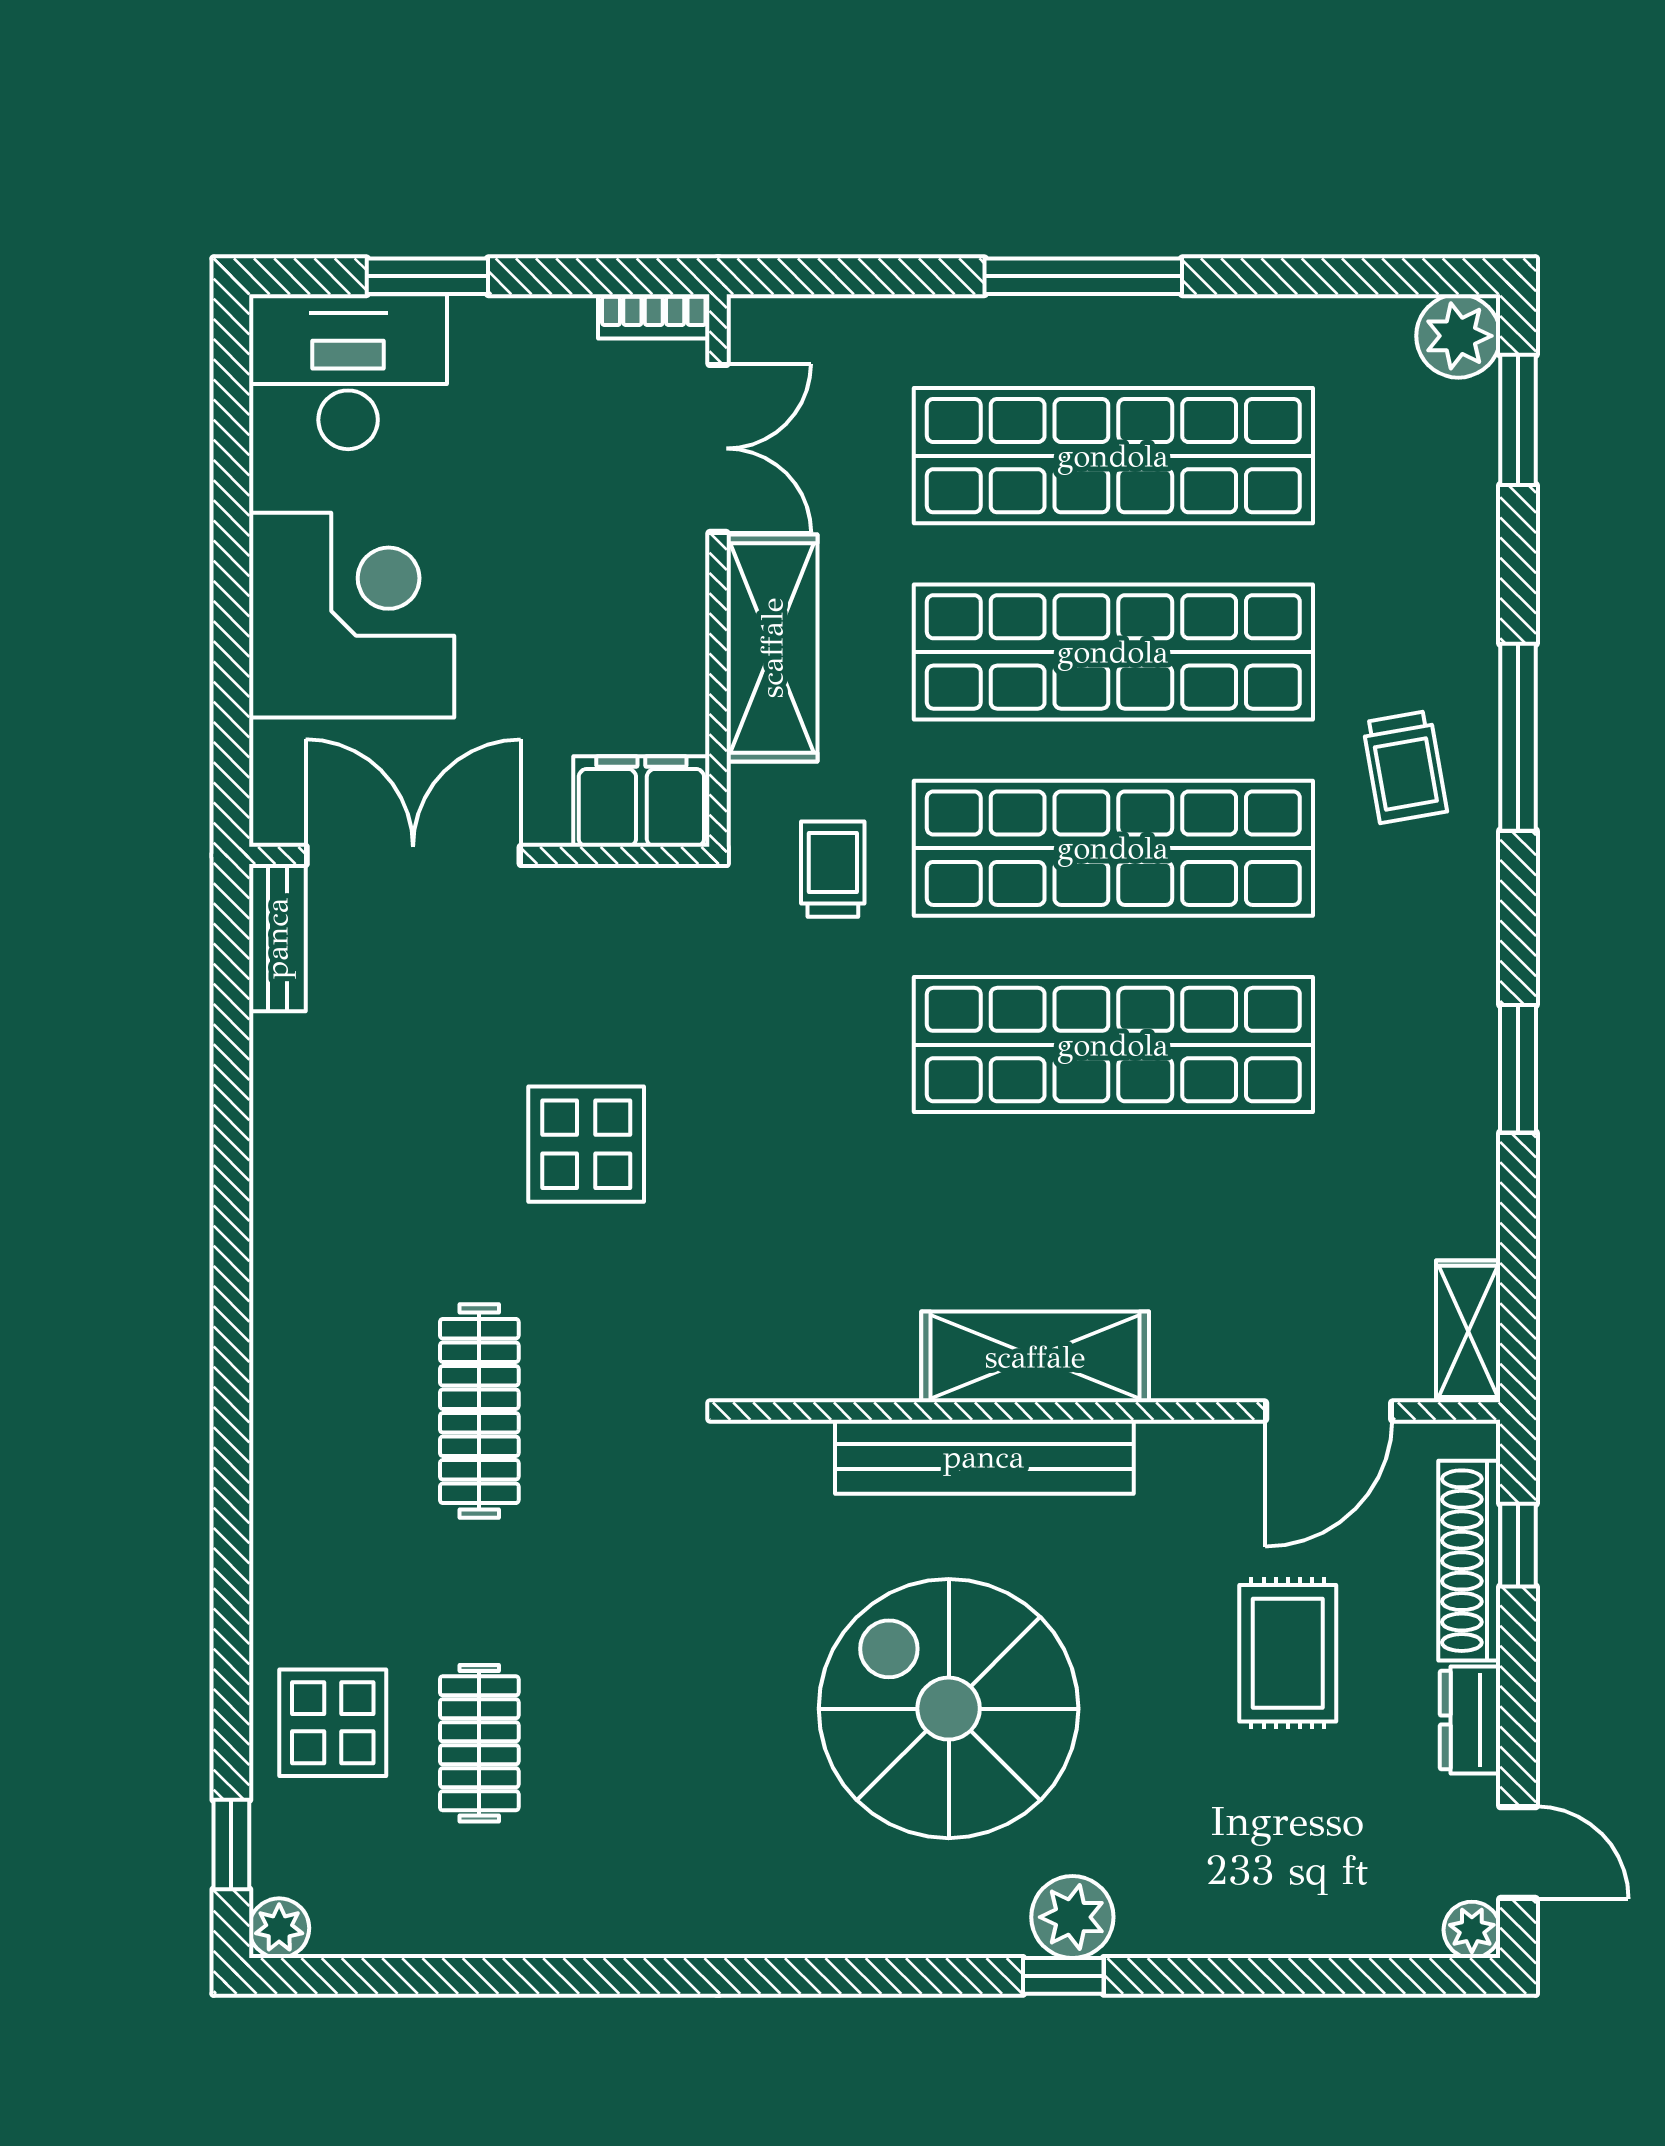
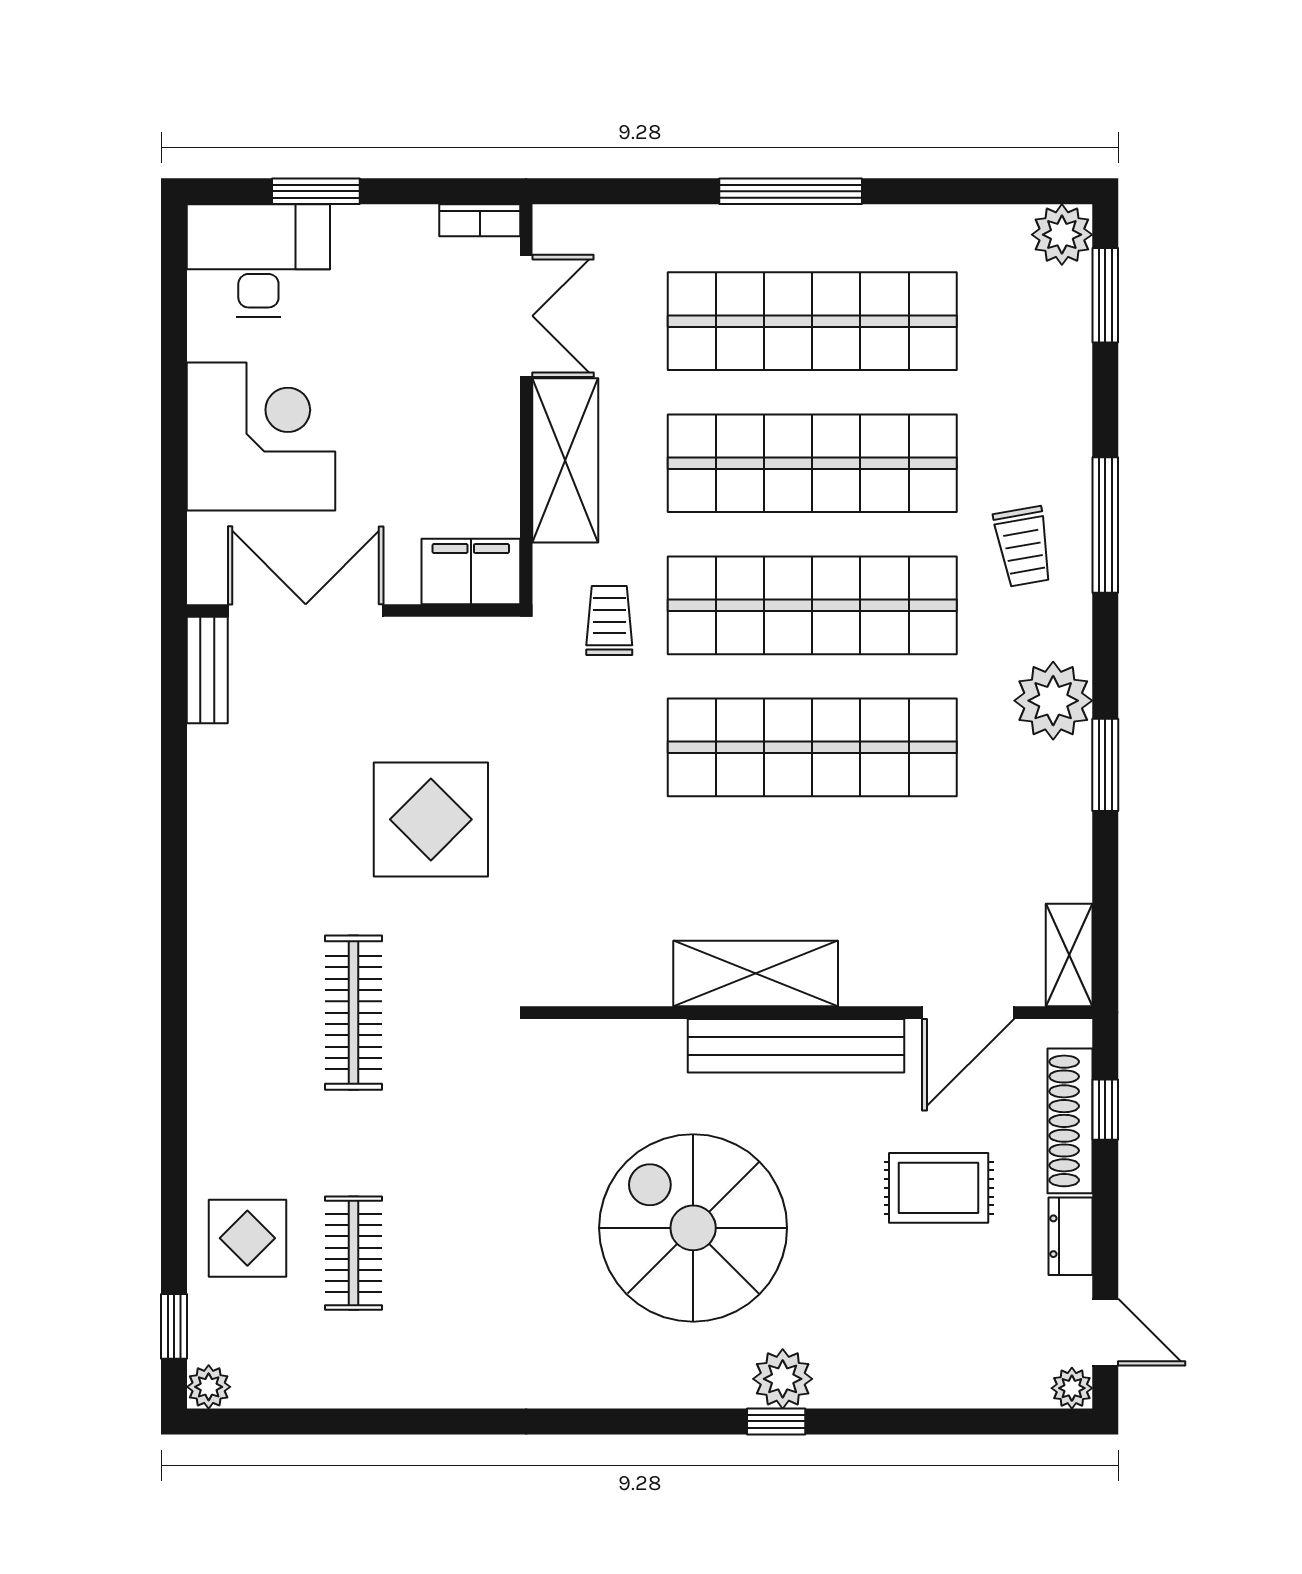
plant: (1446, 980) -> (1053, 701), added
display table: (586, 1144) -> (431, 819), width x1.36, depth x1.36
bench: (984, 1457) -> (796, 1046), moved
rug: (1288, 1653) -> (939, 1188), turned 90

